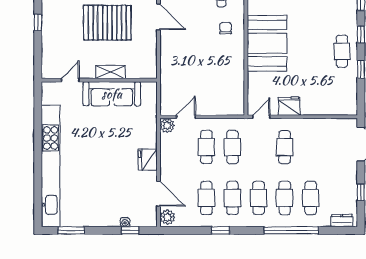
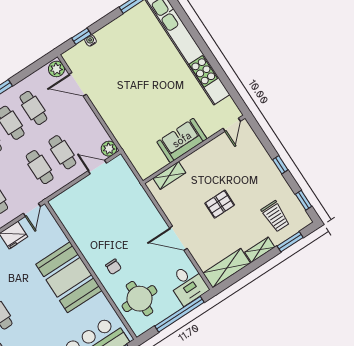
pallet: (107, 23) -> (220, 204), width x0.49, depth x0.50
shelving: (110, 72) -> (169, 176), moved
door: (70, 80) -> (232, 125), moved
sofa: (112, 94) -> (182, 140), width x0.73
door: (186, 117) -> (97, 167), swing flipped
fridge: (148, 160) -> (106, 108), removed

